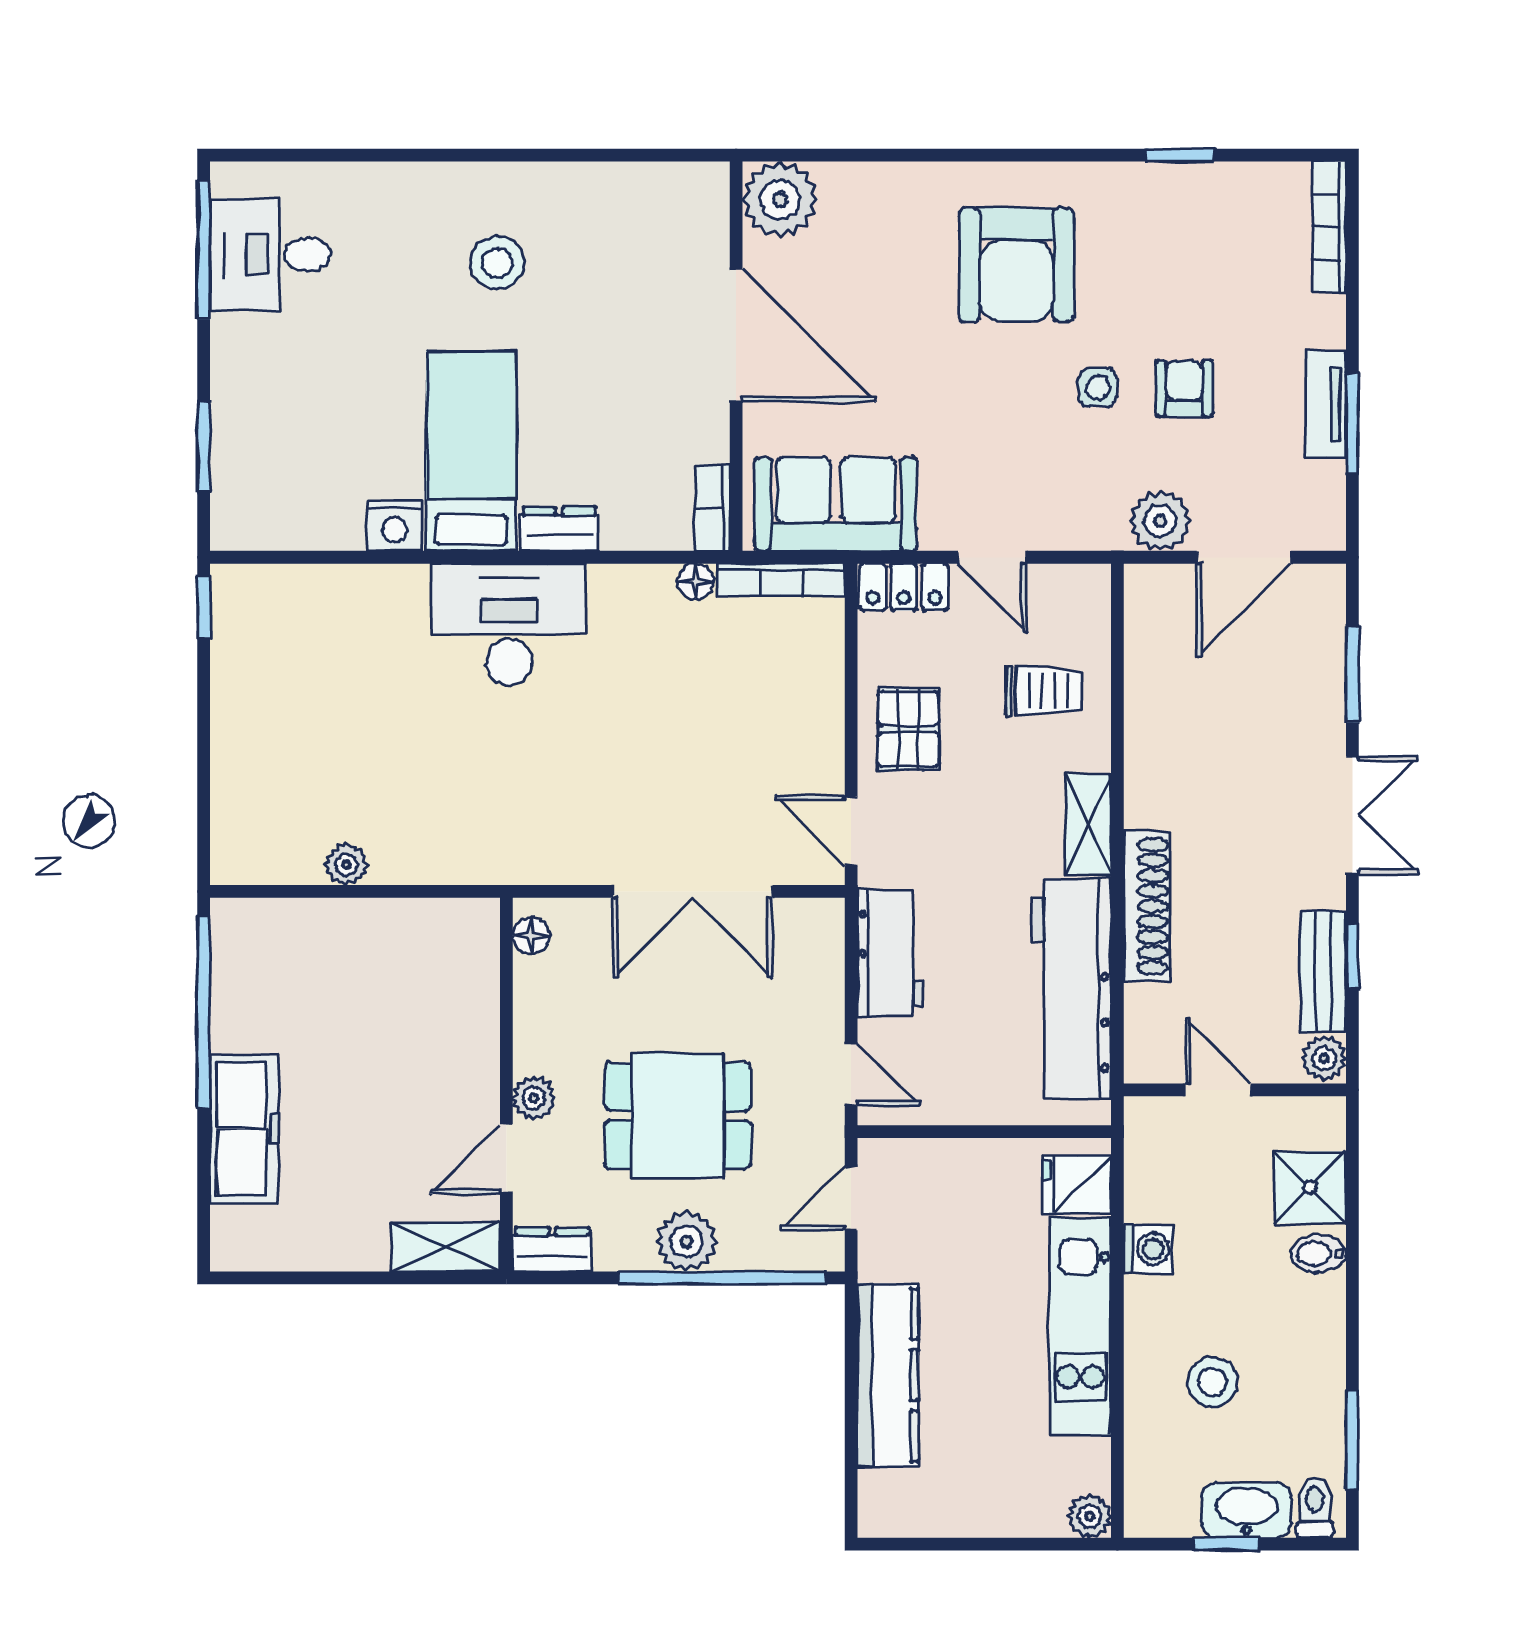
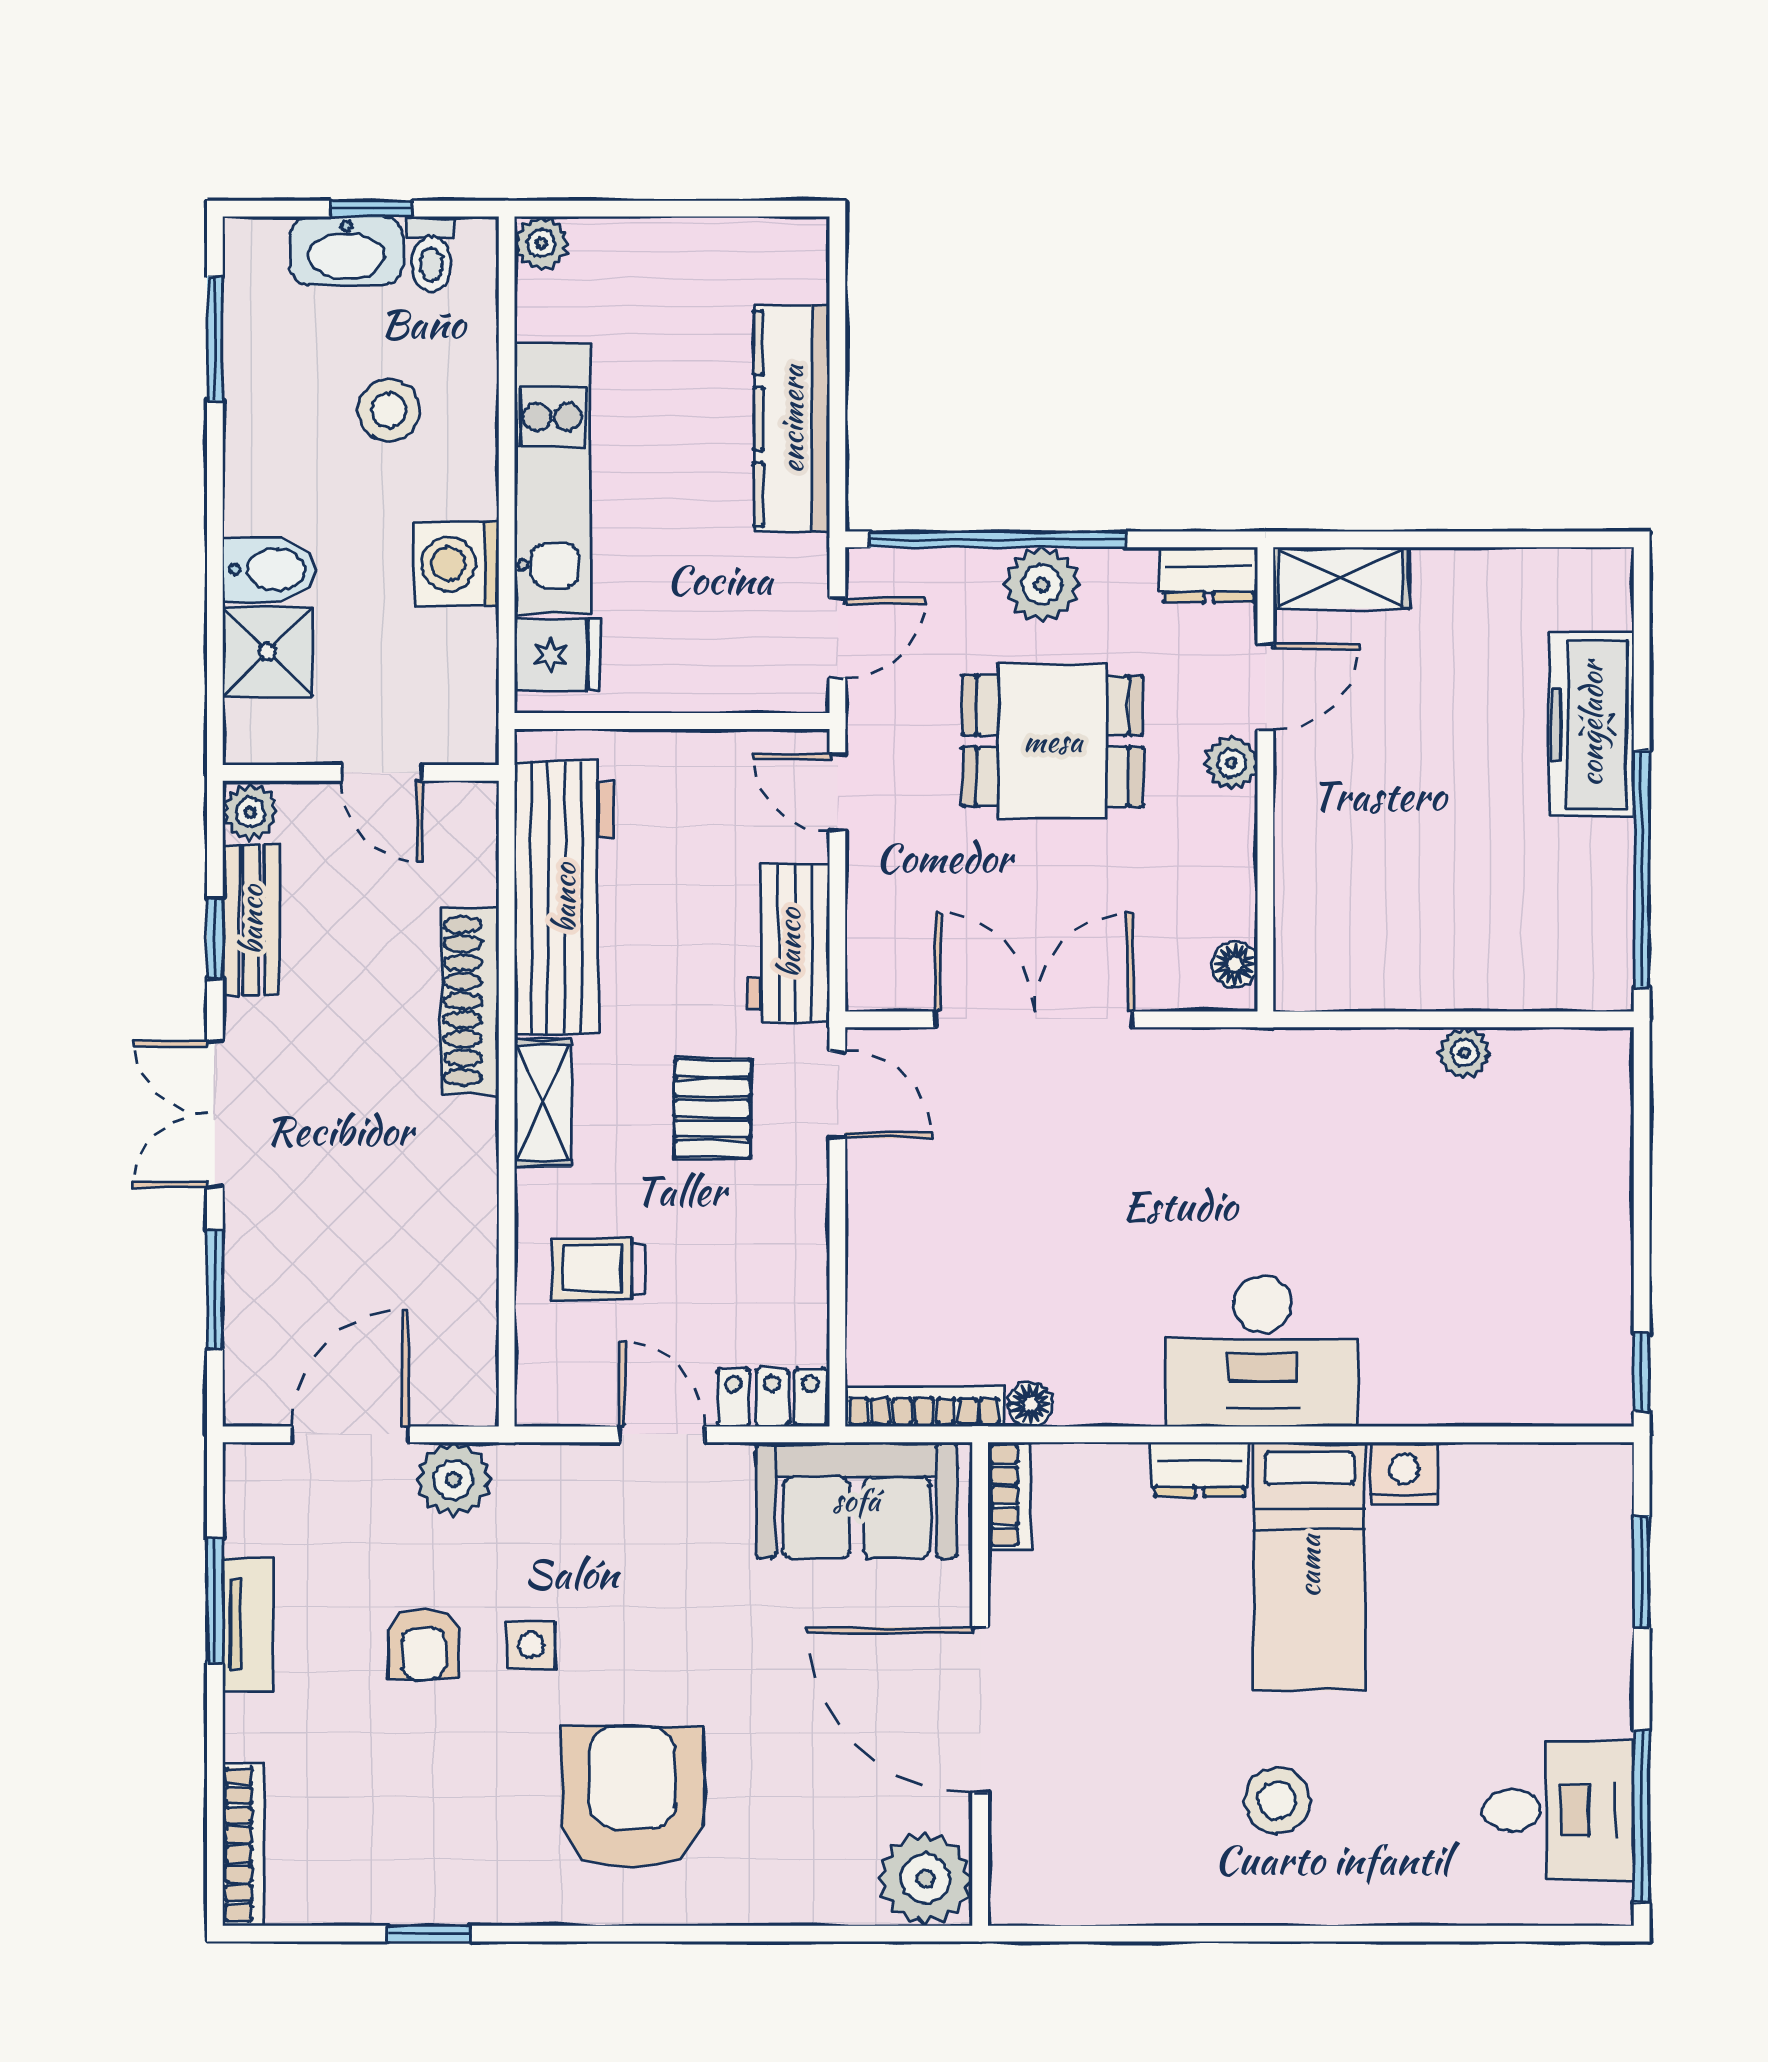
pallet: (908, 729) -> (713, 1109), moved
washing machine: (1148, 1249) -> (457, 564), width x1.38, depth x1.38
bidet: (1318, 1253) -> (269, 570), width x1.38, depth x1.36
toilet: (1315, 1508) -> (431, 254), moved

